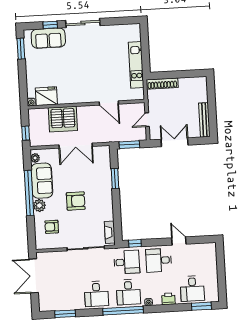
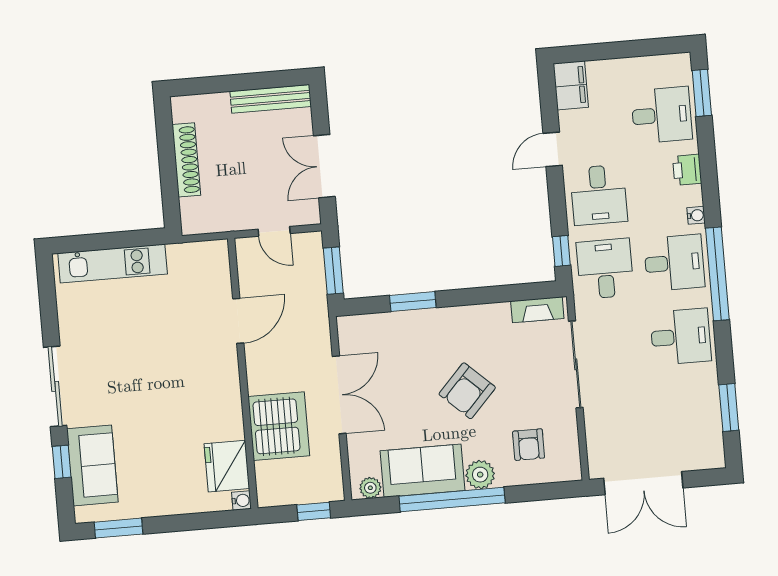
kitchen unit: (136, 65) -> (113, 264), moved
shoe rack: (162, 84) -> (186, 160), moved
armchair: (76, 201) -> (467, 391), turned -137
filing cabinet: (206, 250) -> (571, 85), added

